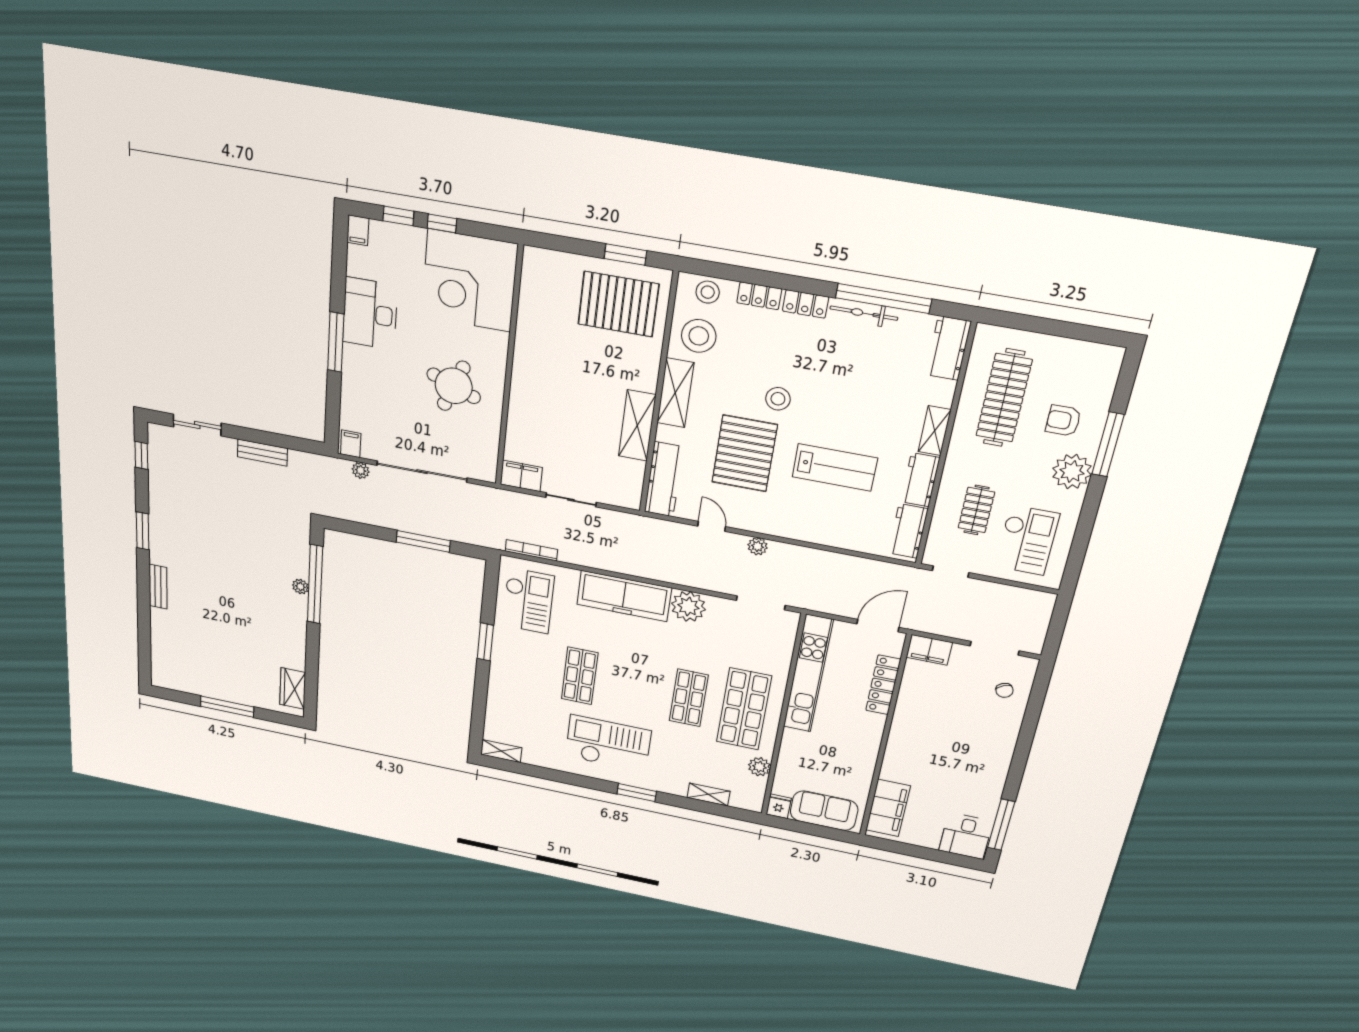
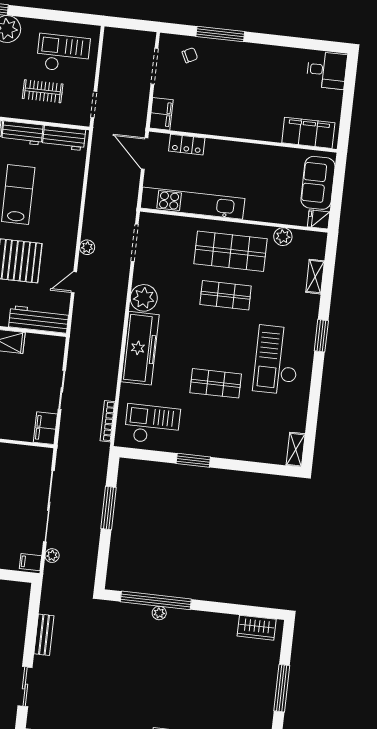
locker: (883, 685) -> (187, 145), width x0.66
window: (1001, 825) -> (220, 34), moved

